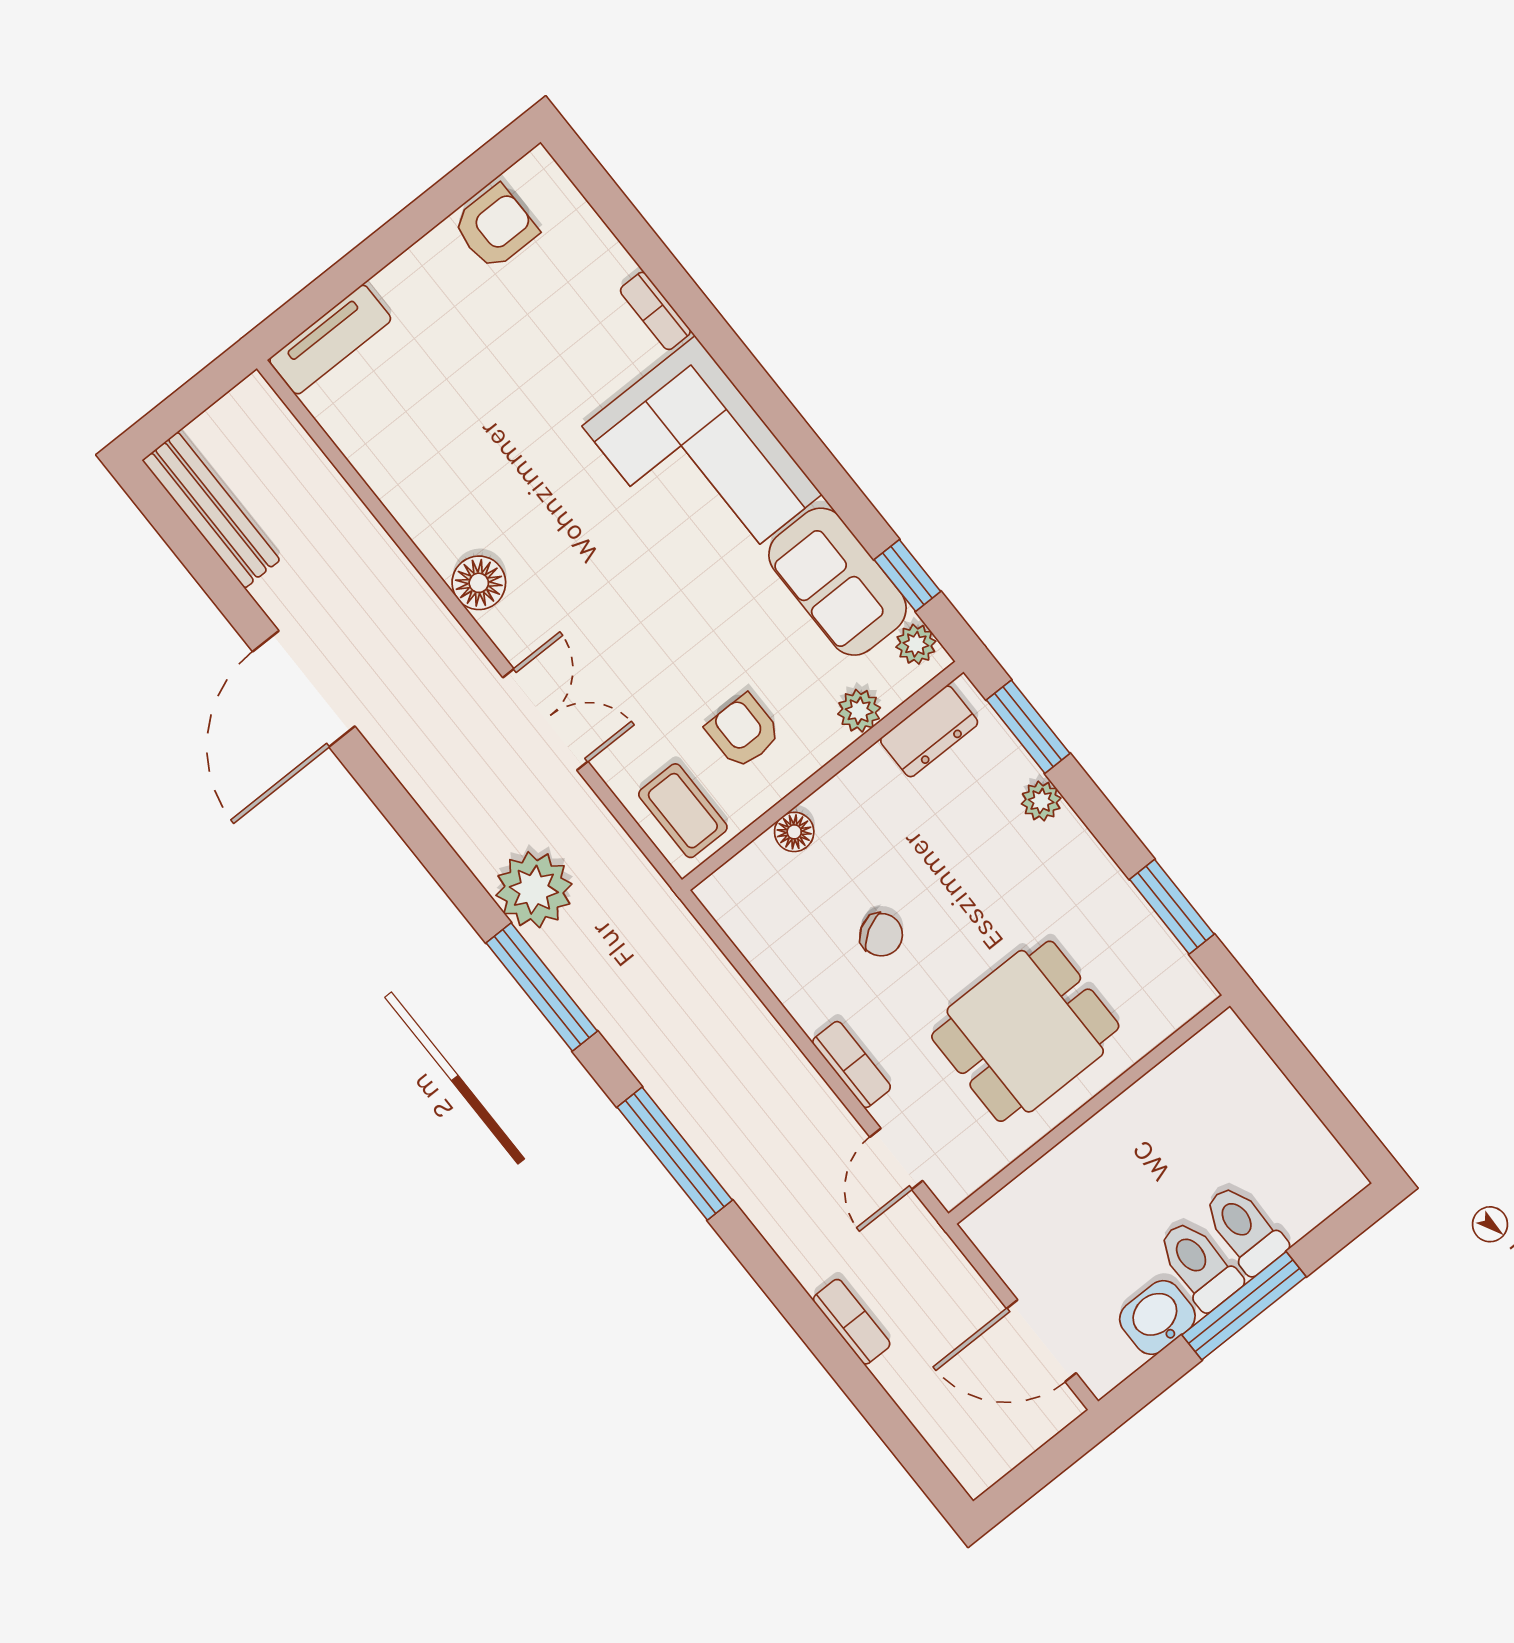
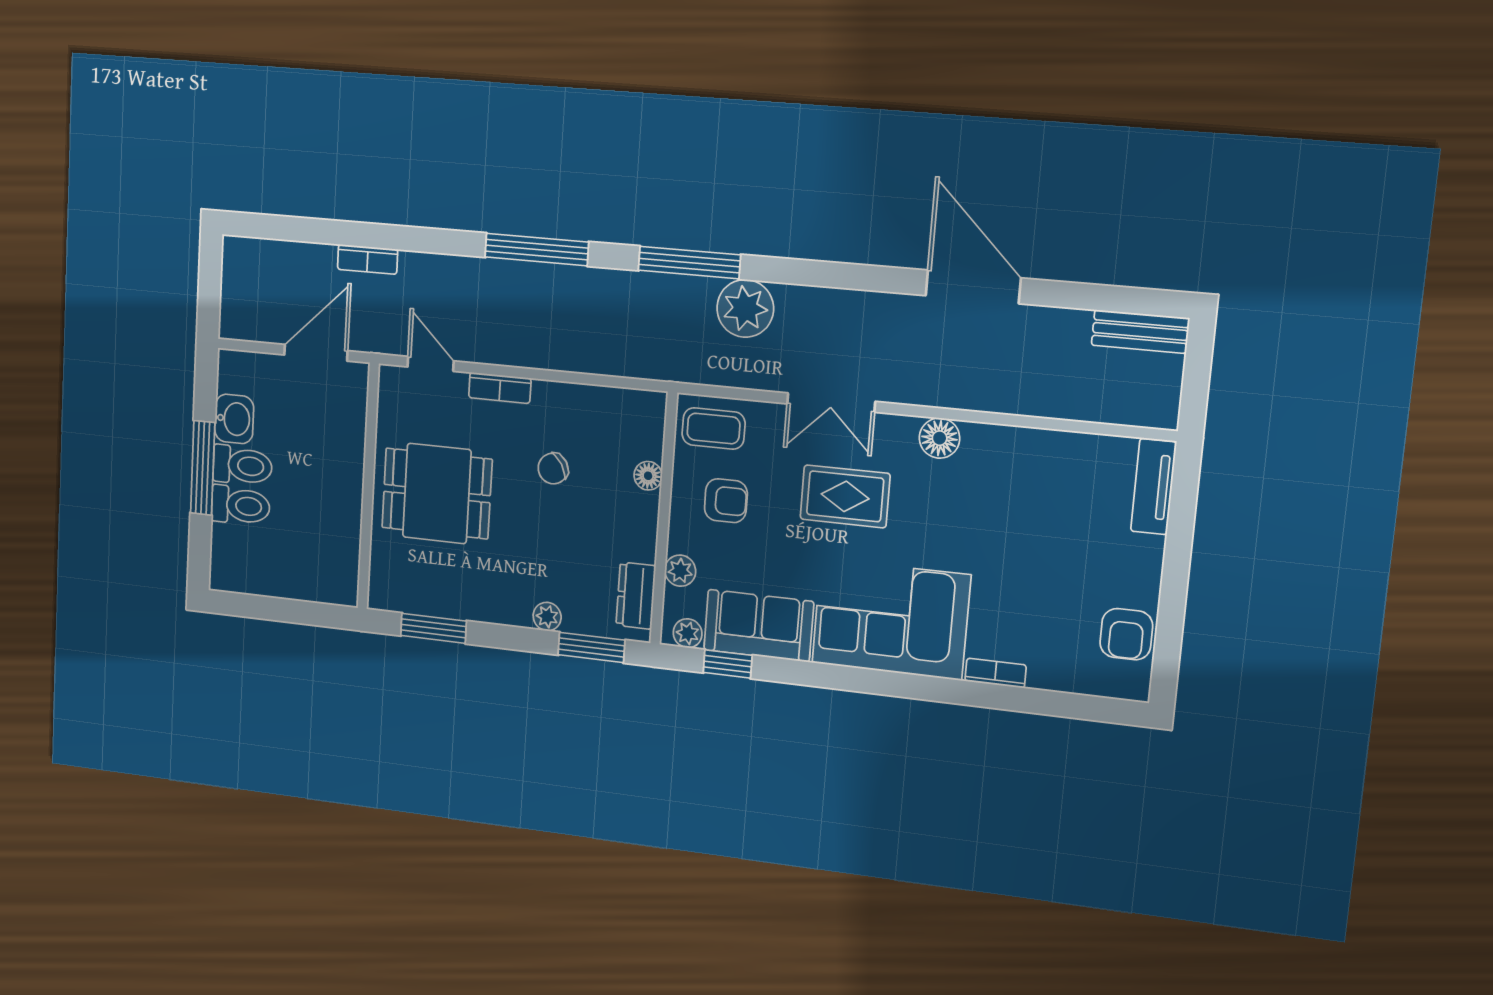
bench: (211, 510) -> (1140, 332), width x0.73
rug: (624, 619) -> (845, 496), added
dining table: (1025, 1031) -> (437, 494), turned 90
door: (1041, 1341) -> (316, 353), moved

